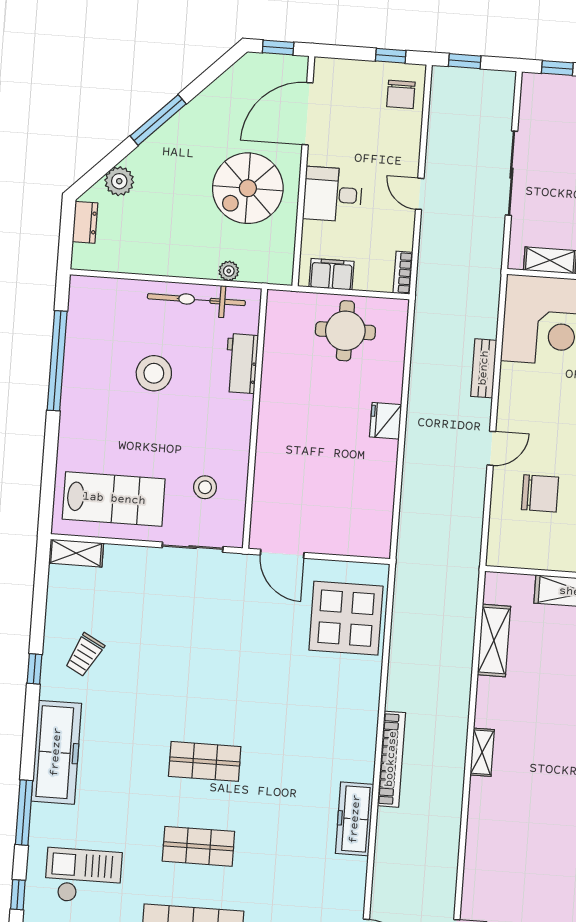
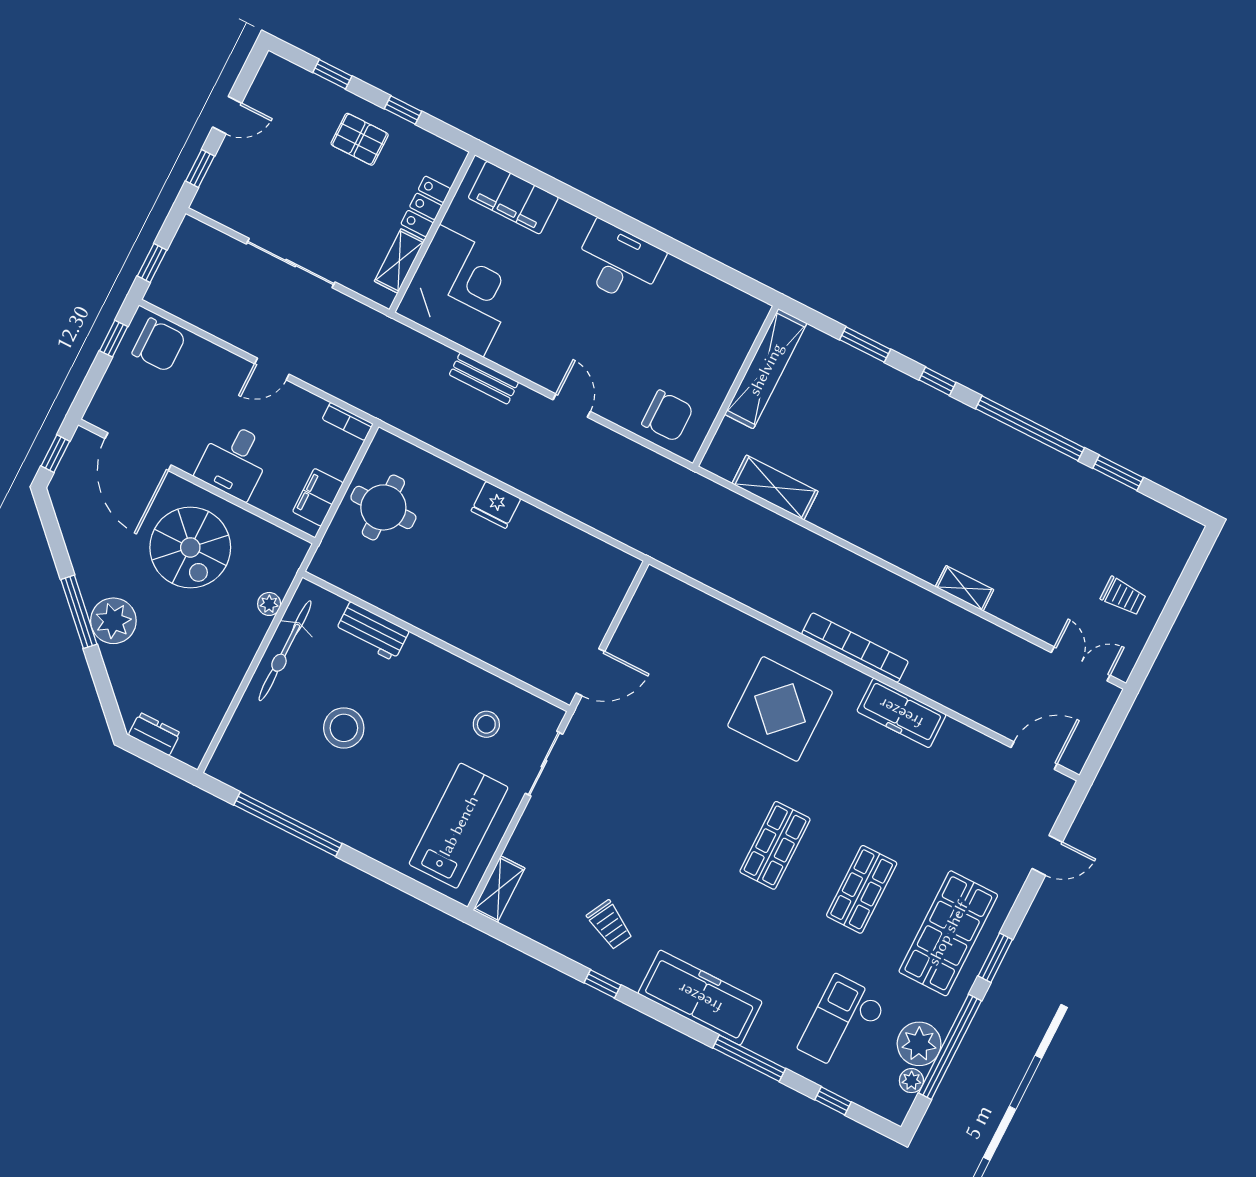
chair: (401, 94) -> (159, 345), width x1.37, depth x1.37
plant: (119, 181) -> (113, 621), moved, width x1.36, depth x1.36
chair: (540, 493) -> (668, 416), moved, turned 90
display table: (346, 618) -> (780, 709), moved
shelving: (482, 752) -> (965, 588), moved

